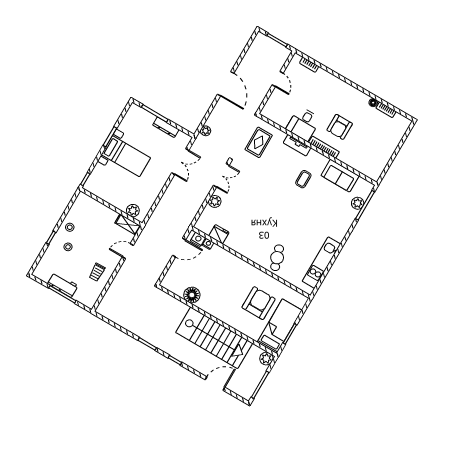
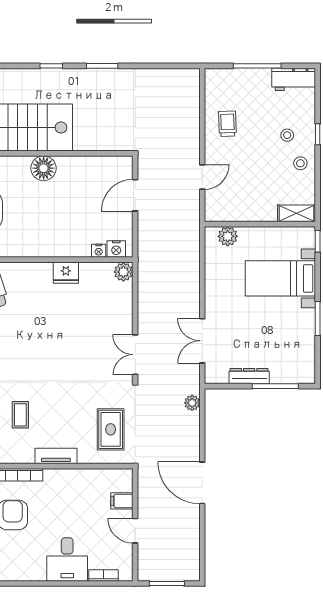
filing cabinet: (275, 100) -> (122, 501), added
desk: (303, 124) -> (67, 559), moved, turned 180
bed with nightstands: (126, 156) -> (280, 278), moved
plant: (215, 201) -> (123, 272), moved
shelving: (128, 224) -> (297, 213), moved
fridge: (219, 234) -> (66, 273), moved
door: (179, 248) -> (135, 195), moved
workbench: (63, 285) -> (294, 79), moved
floor lamp: (192, 295) -> (44, 168), moved

